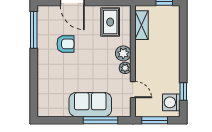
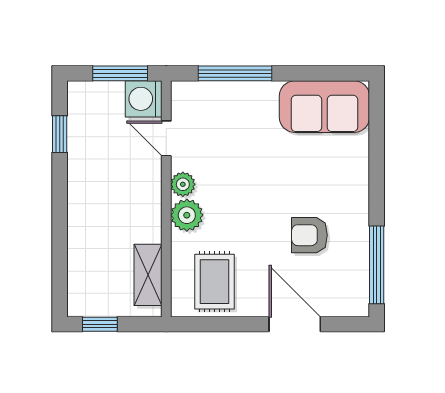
washing machine: (171, 102) -> (144, 99), moved, turned 180
sofa: (90, 105) -> (324, 107), moved

